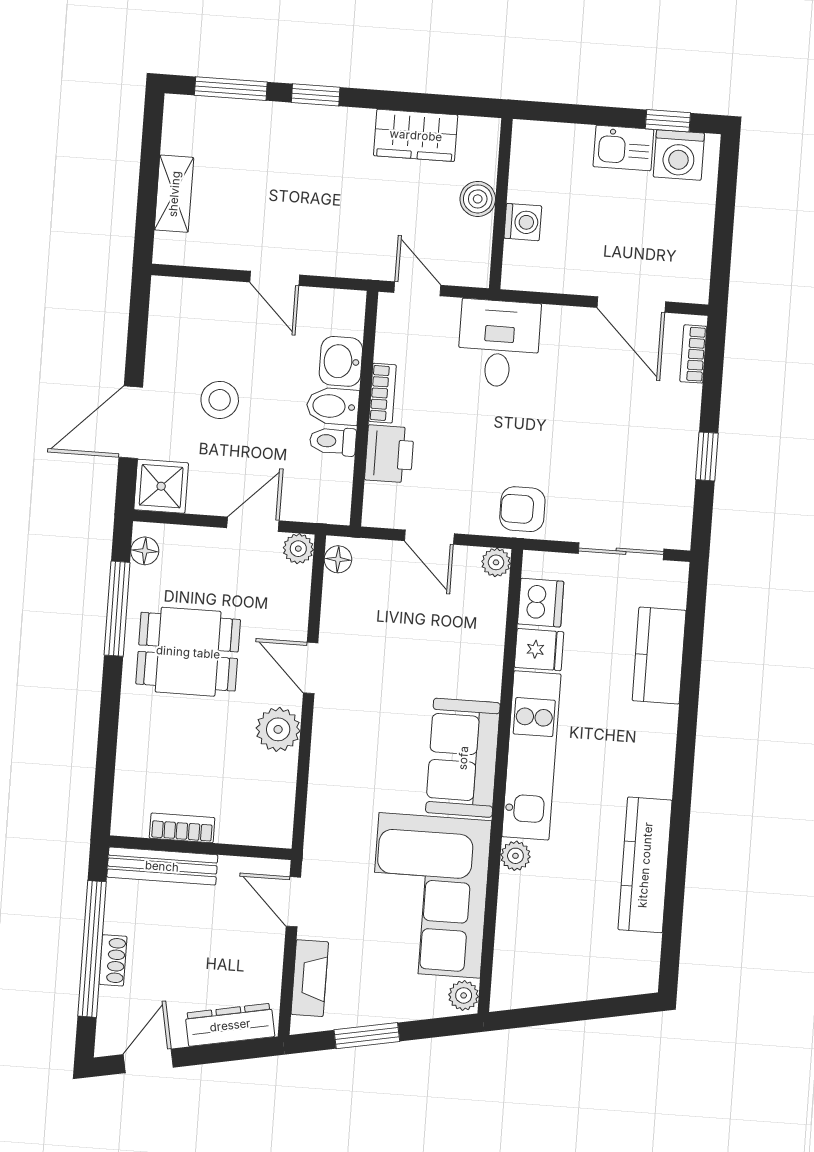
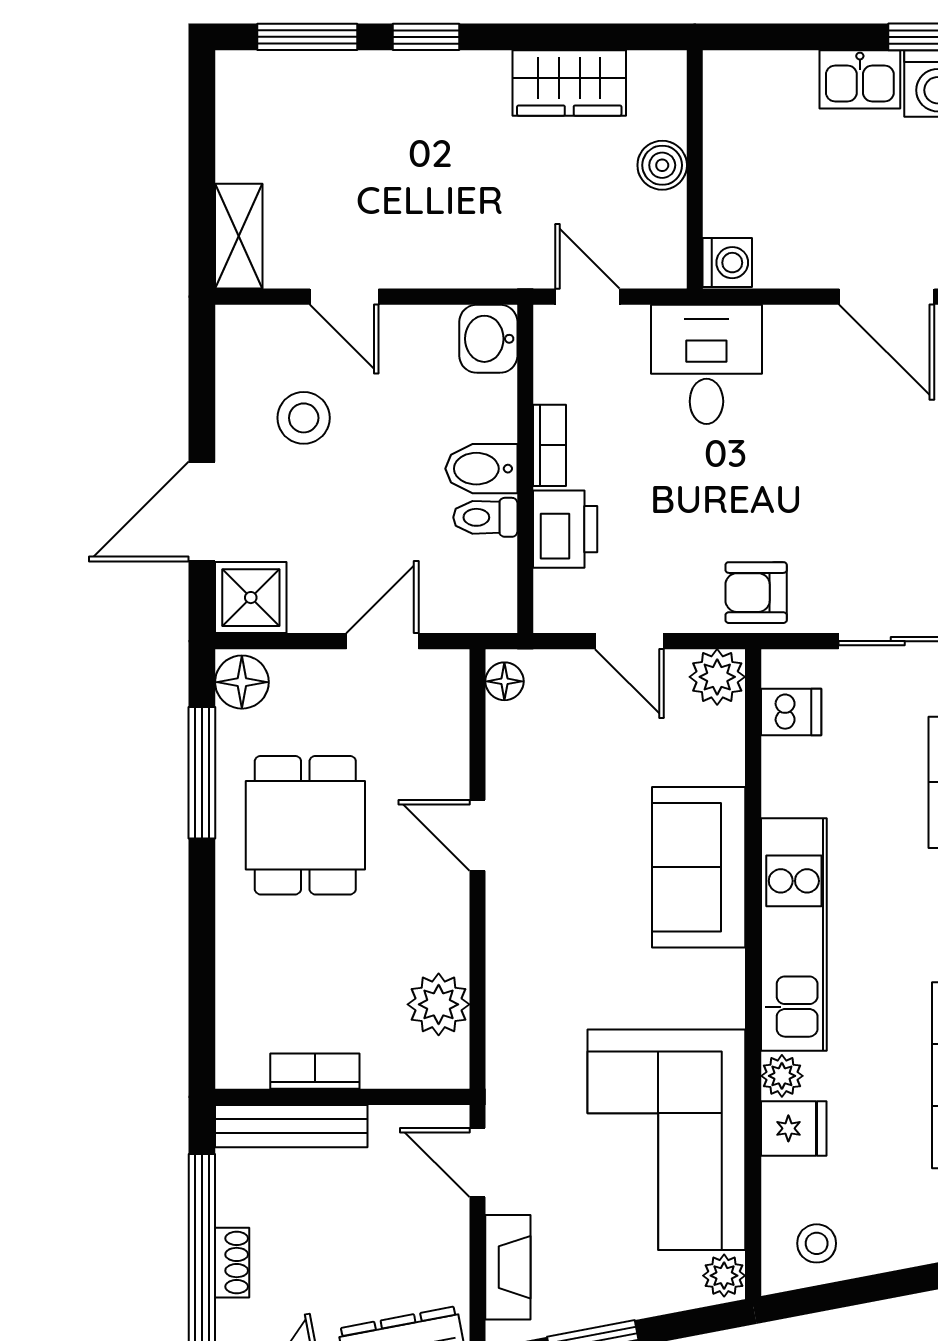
shelving: (174, 194) -> (239, 236), moved
washing machine: (523, 222) -> (727, 263), moved
door: (275, 278) -> (344, 297), moved
washbasin: (341, 361) -> (488, 339), moved
stool: (220, 400) -> (304, 418), moved
plant: (298, 549) -> (448, 670), removed
floor lamp: (145, 551) -> (242, 682), width x1.37, depth x1.37
plant: (496, 562) -> (717, 677), width x1.38, depth x1.38
dishwasher: (541, 603) -> (791, 712), width x0.73
fridge: (539, 650) -> (794, 1128), moved
dining table: (188, 652) -> (305, 825), turned 90
plant: (278, 729) -> (439, 1004), moved
sofa: (463, 758) -> (699, 867), moved
stool: (531, 977) -> (817, 1243), added

